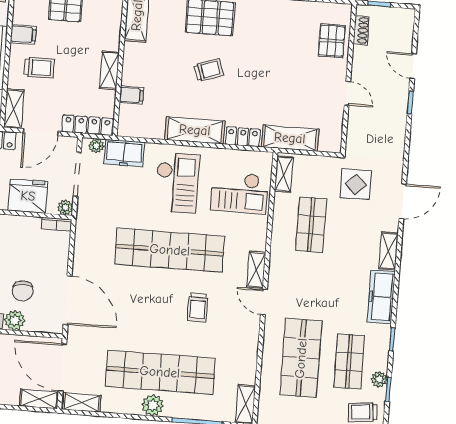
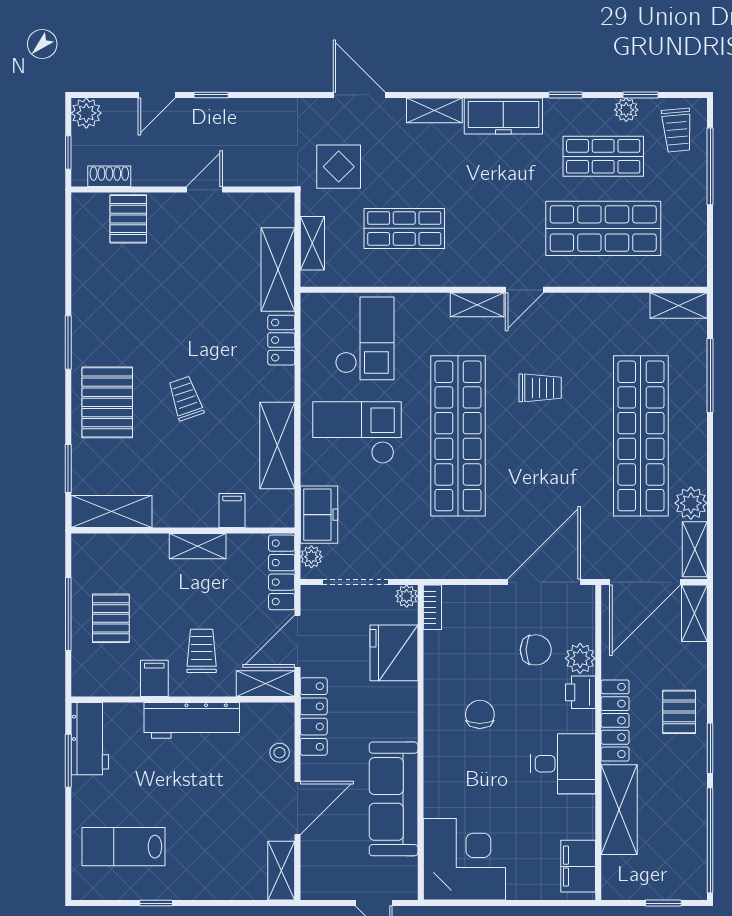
plant: (405, 18) -> (86, 113), added
pallet: (332, 41) -> (128, 219), turned 90
shelving: (195, 130) -> (277, 446), moved
door: (41, 132) -> (297, 641), swing flipped
shelving: (284, 174) -> (312, 243), moved, turned 90
plant: (153, 405) -> (691, 503), moved

